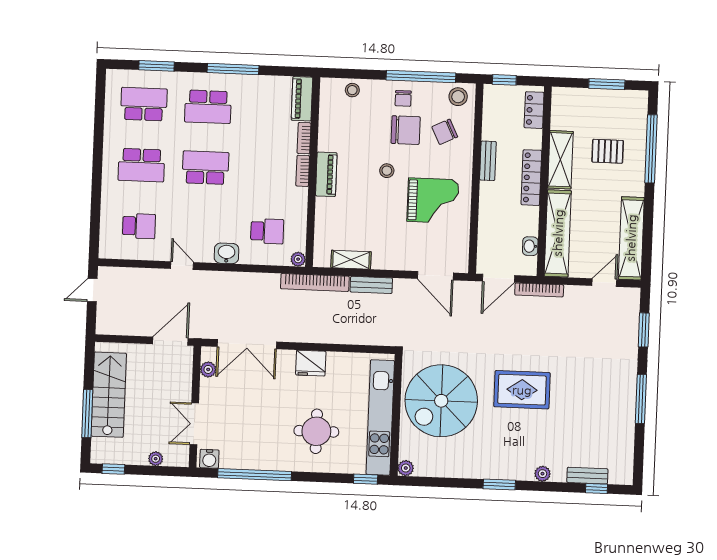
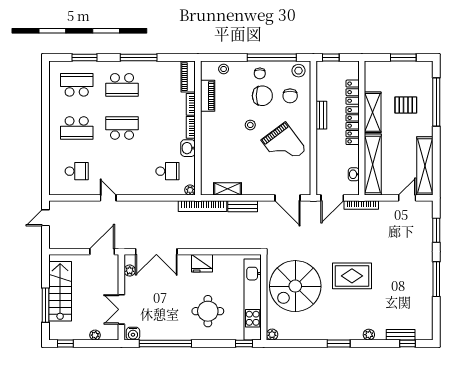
locker: (534, 110) -> (353, 92), moved
chair: (445, 132) -> (290, 96), turned -64
piano: (326, 174) -> (208, 96), moved
grand piano: (433, 201) -> (284, 145), turned 53
washbasin: (226, 253) -> (188, 148), moved, turned -90

